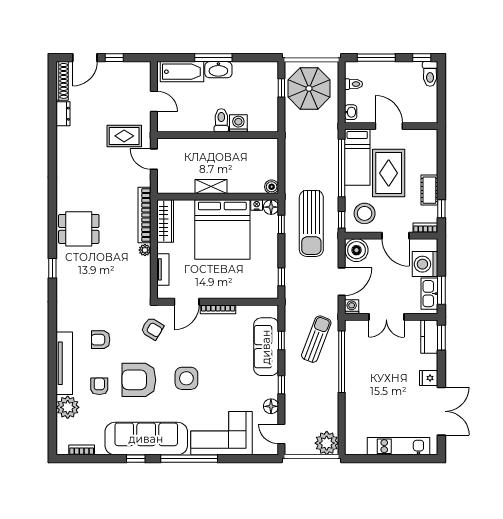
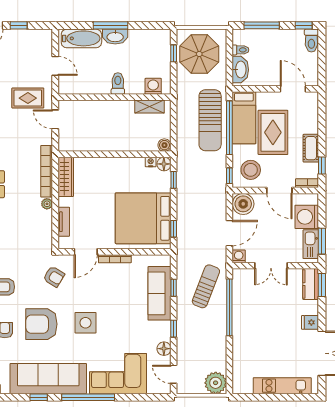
washbasin: (351, 112) -> (240, 70), width x1.91, depth x1.45
washing machine: (238, 123) -> (153, 86), moved
door: (389, 126) -> (293, 89), moved
shelving: (211, 187) -> (149, 107), moved
sun lounger: (311, 223) -> (210, 120), moved
bed: (222, 229) -> (143, 218), moved, turned 90

